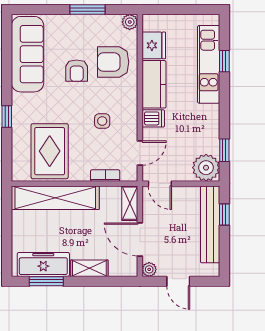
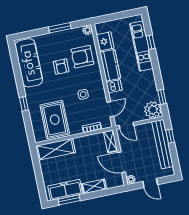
shelving: (55, 198) -> (56, 149), width x0.68

